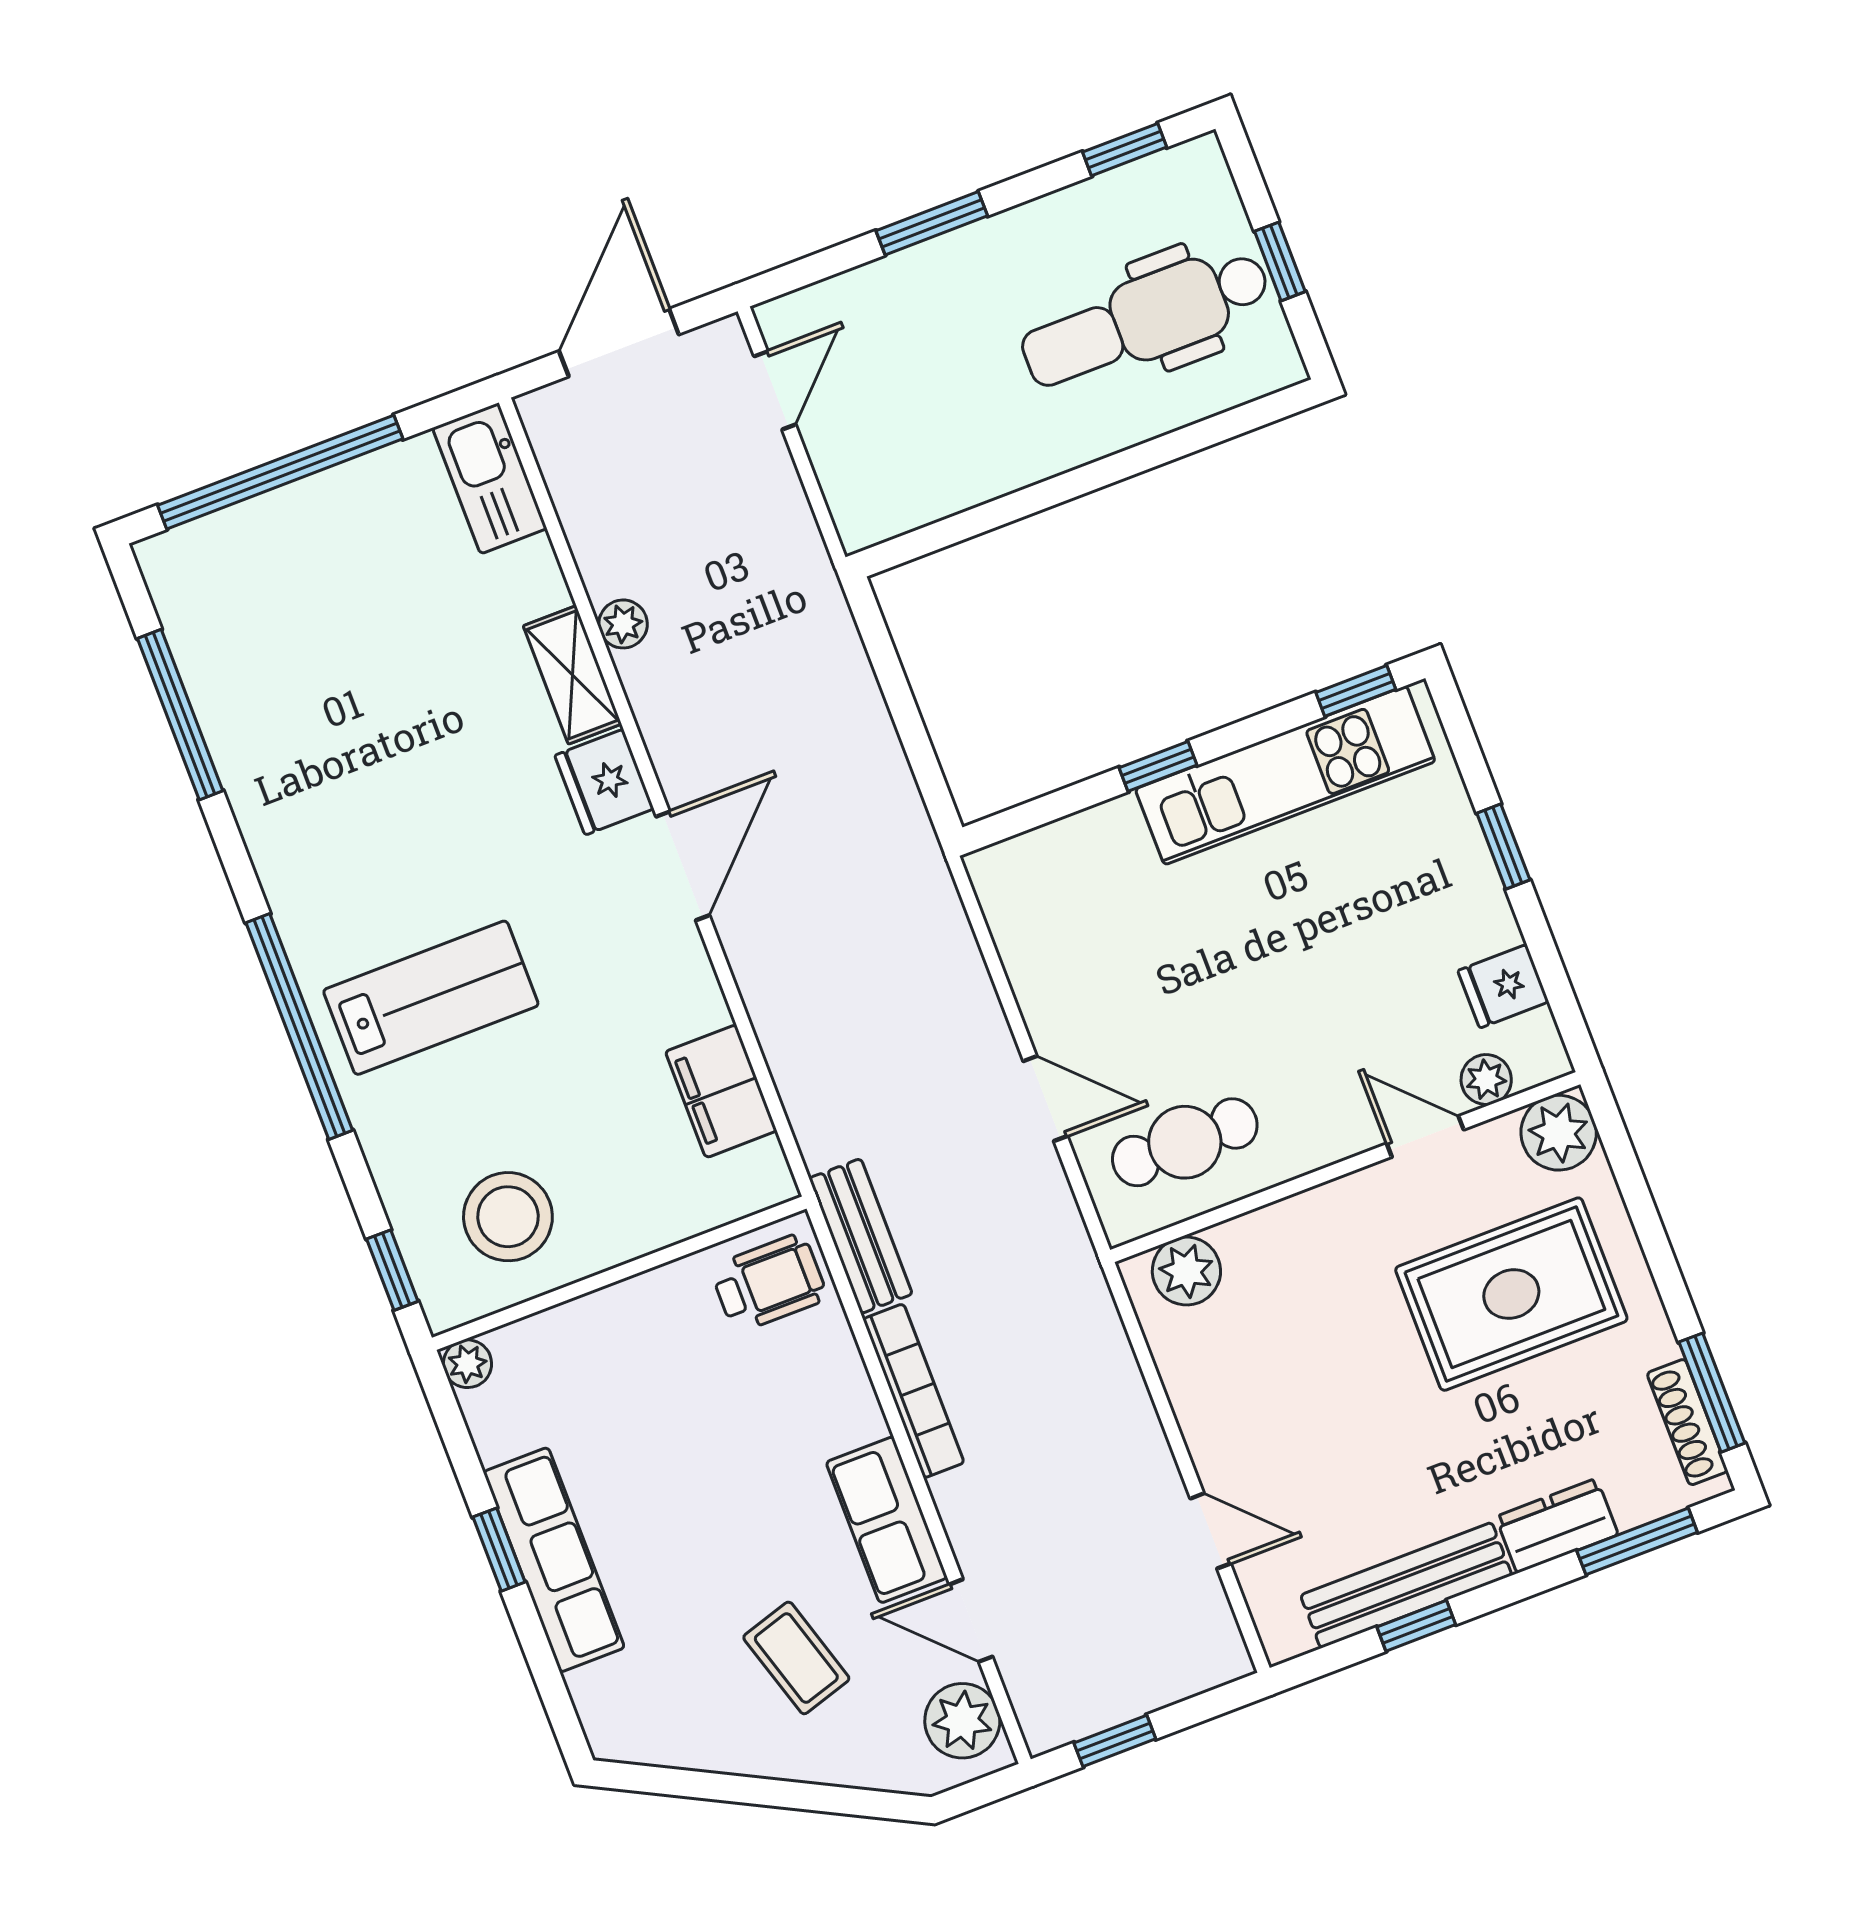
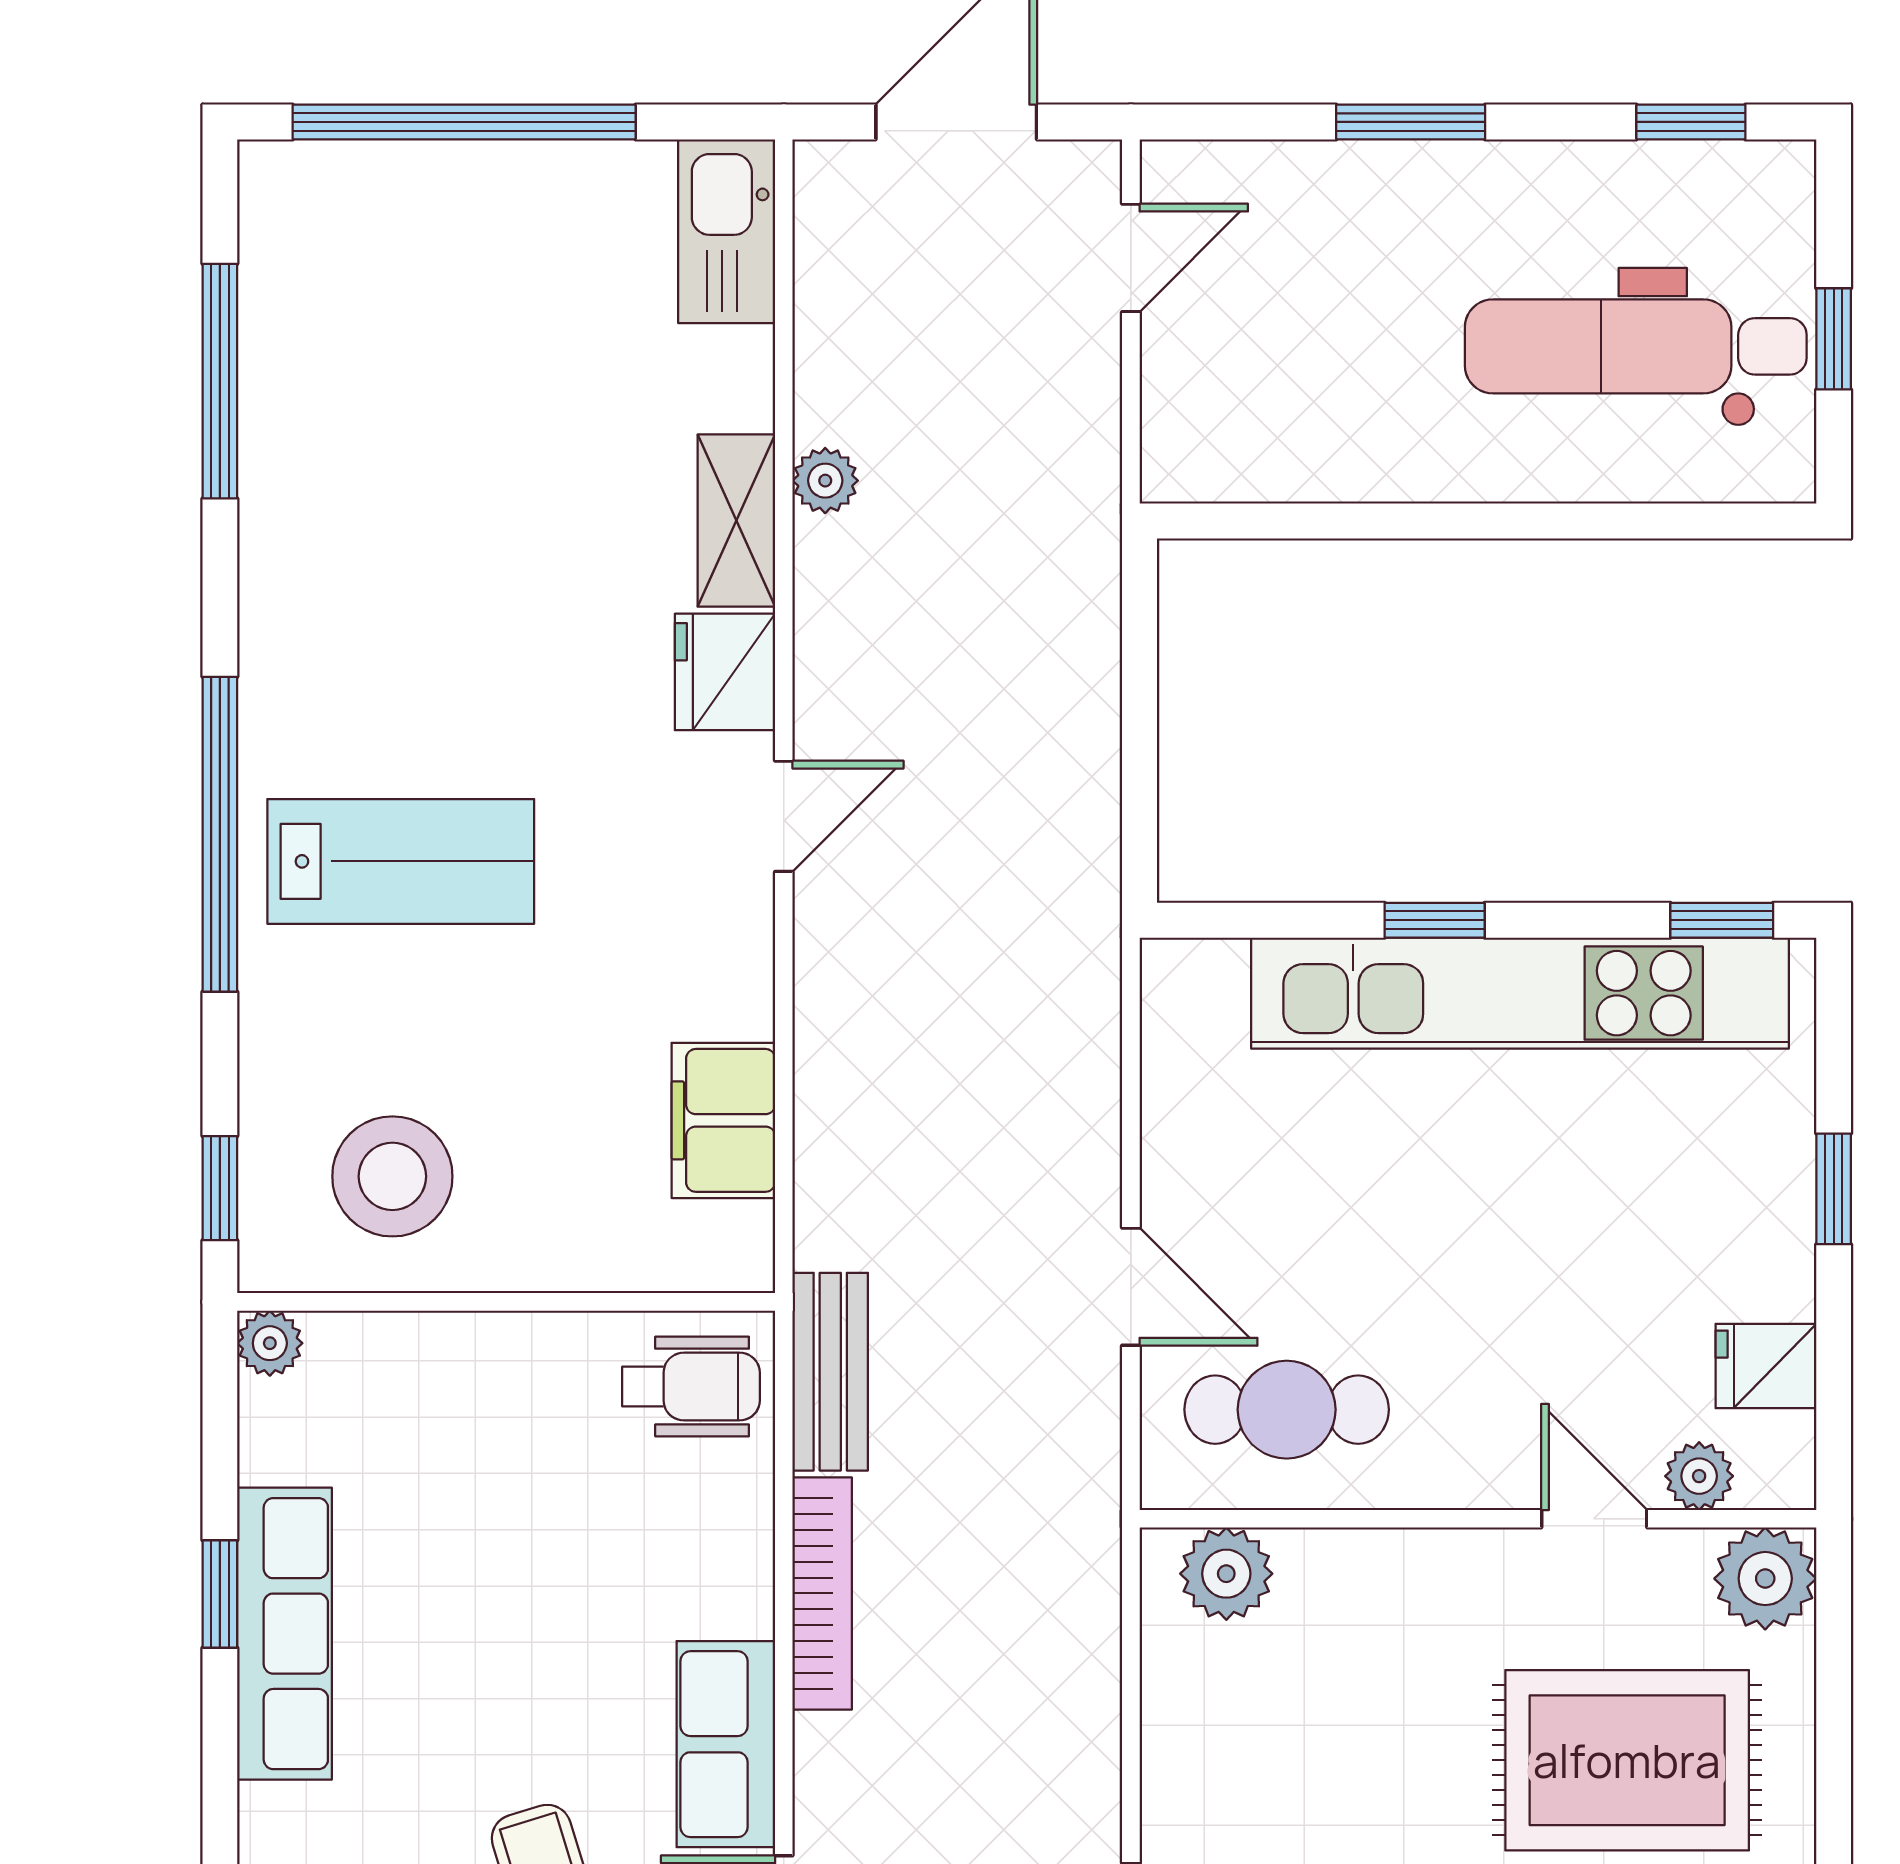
kitchen unit: (1285, 775) -> (1520, 993), width x1.36
door: (683, 866) -> (784, 816), width x0.73

